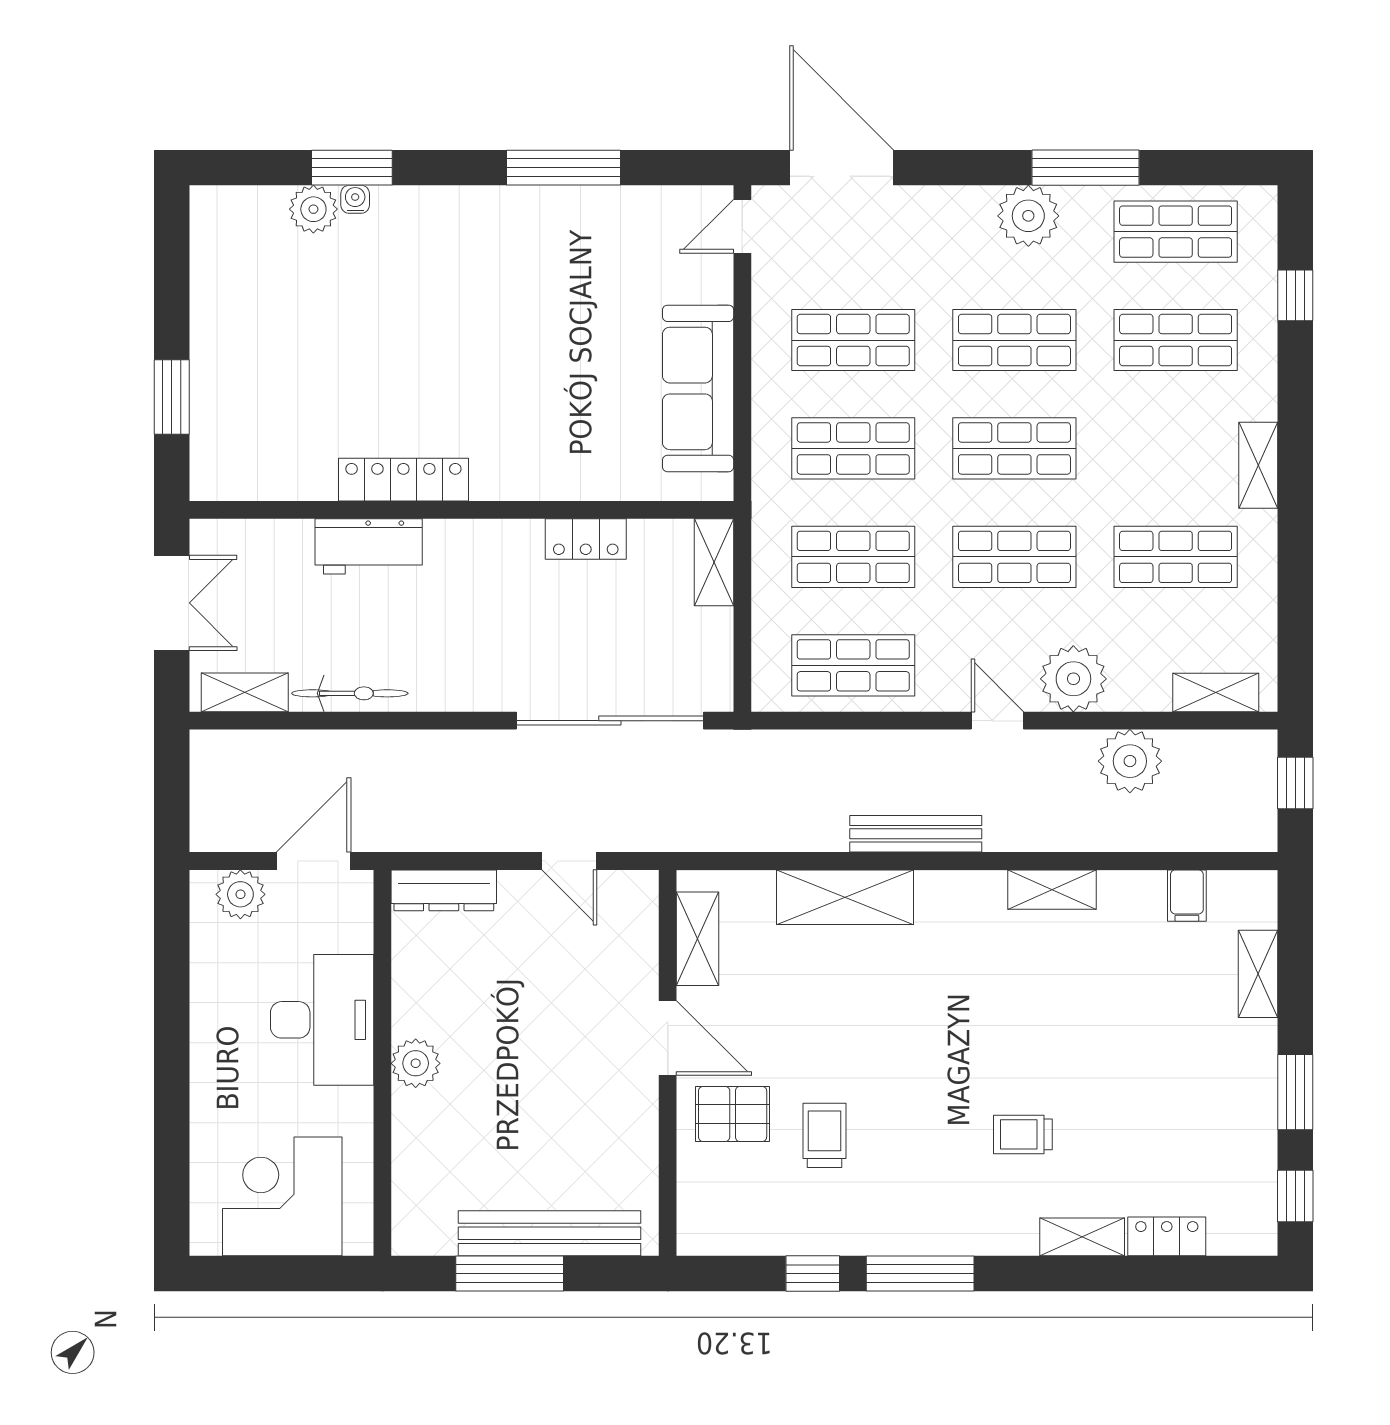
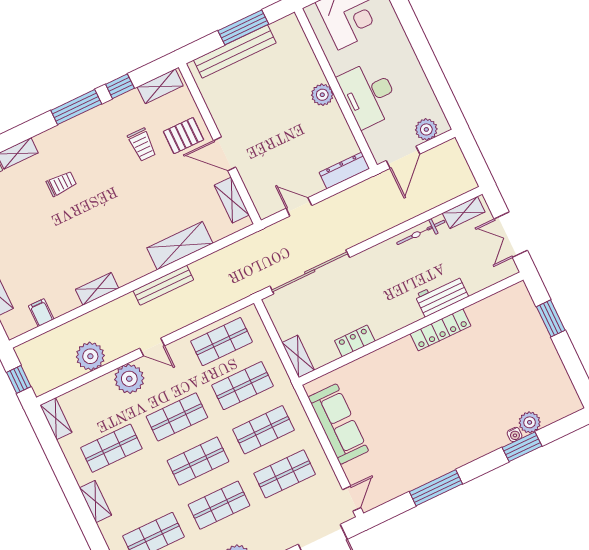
shelving: (1216, 692) -> (56, 419), moved, turned 90
shelving: (732, 1235) -> (160, 86), added

